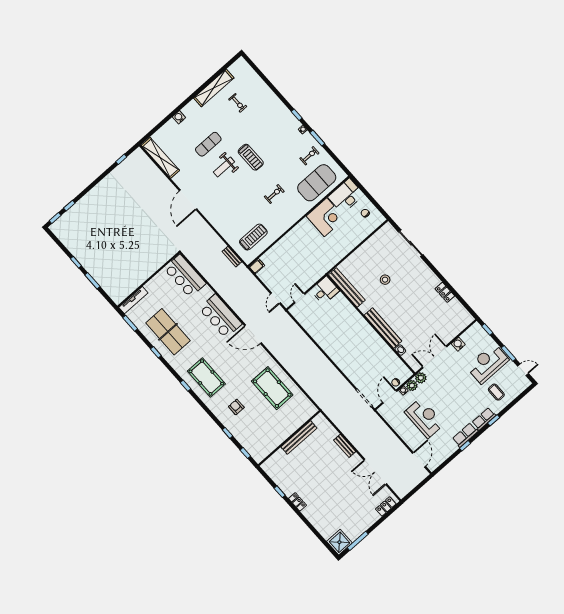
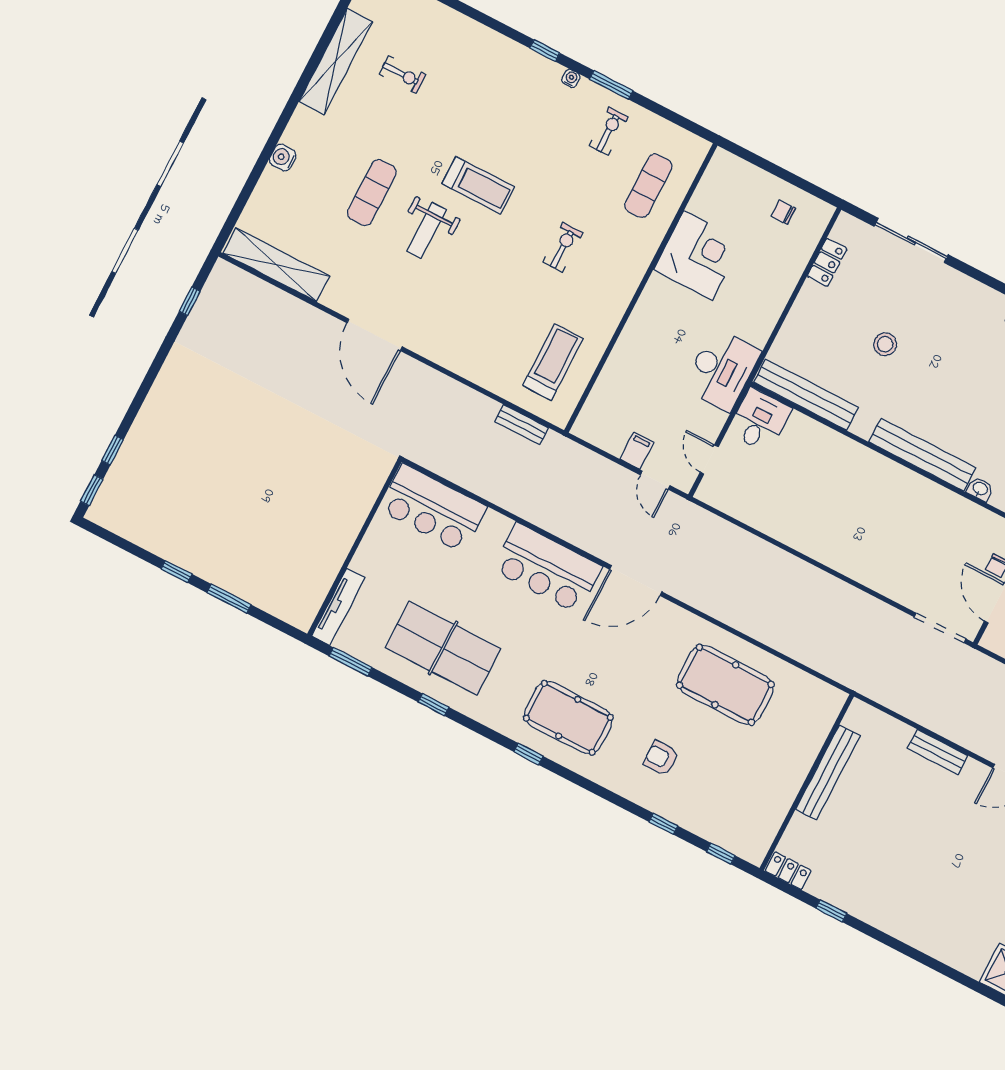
exercise mat: (317, 183) -> (648, 186), width x0.50, depth x0.69
desk: (346, 196) -> (722, 370), moved, turned 180
locker: (375, 239) -> (827, 262), added
filing cabinet: (257, 266) -> (637, 451), moved
locker: (297, 502) -> (788, 871), moved

